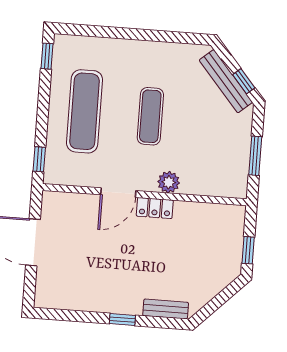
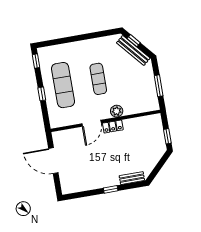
window: (244, 81) -> (134, 41), moved
window: (39, 159) -> (42, 94), moved

